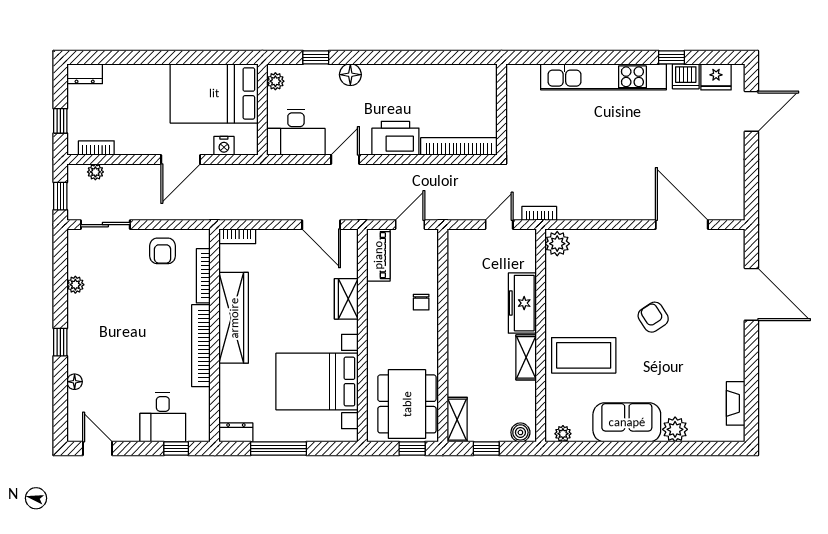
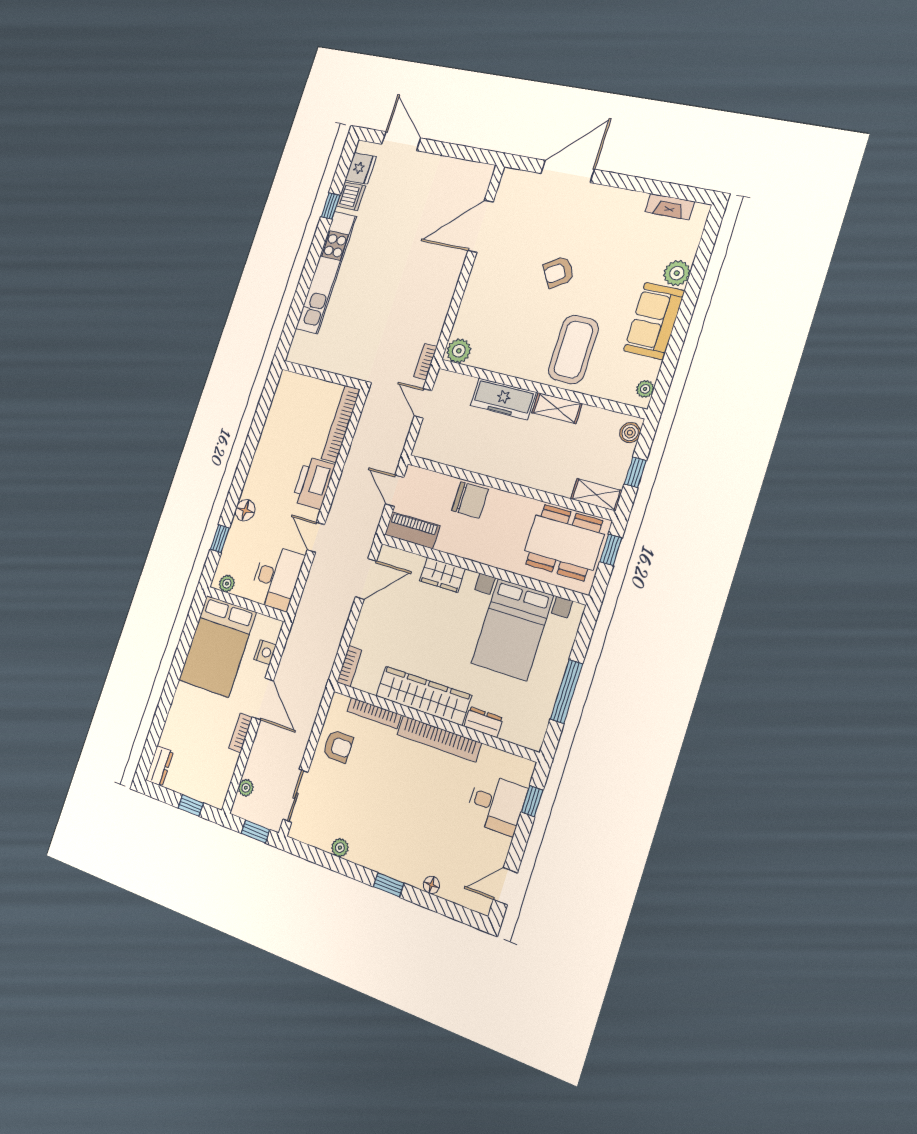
bookcase: (96, 148) -> (241, 733), moved
chair: (421, 302) -> (470, 500), width x1.87, depth x1.87
dresser: (236, 432) -> (483, 722), moved, turned 90

